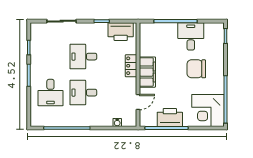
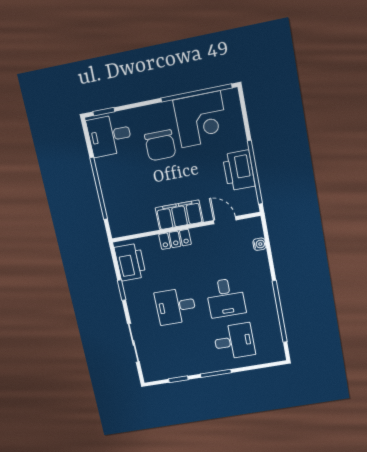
desk: (191, 36) -> (110, 135), moved
desk: (83, 57) -> (176, 306), turned 90
corner desk: (208, 111) -> (201, 119), moved

